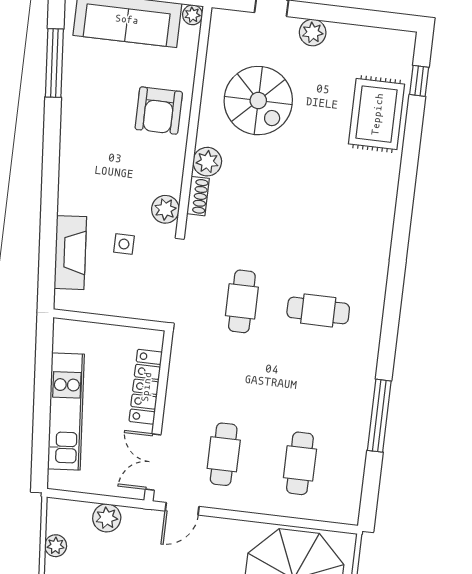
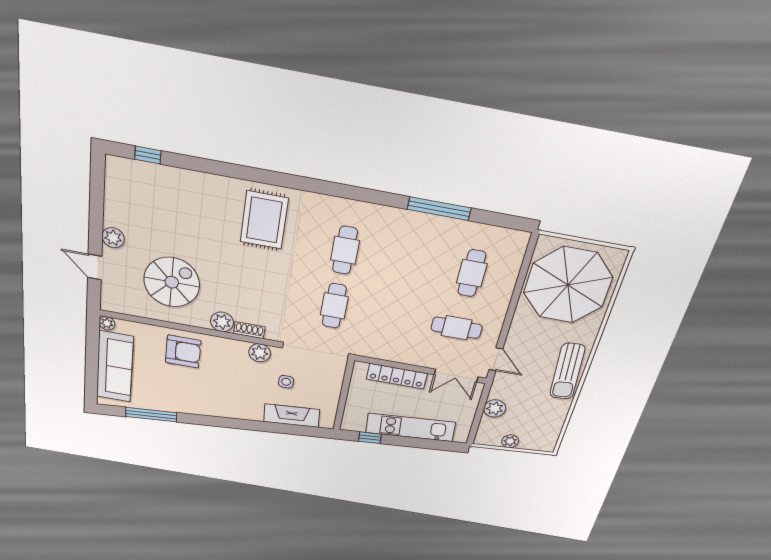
rug: (377, 114) -> (264, 220), moved, turned 90
cafe table: (242, 301) -> (334, 306), turned 90
window: (44, 359) -> (370, 438), added
cafe table: (300, 463) -> (472, 273), turned 90

